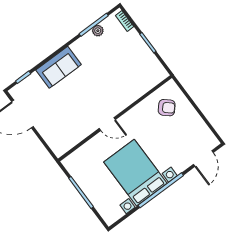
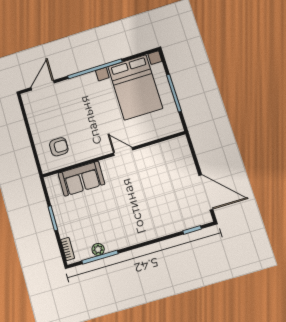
sofa: (59, 67) -> (81, 179), moved, turned 180
armchair: (167, 108) -> (59, 147), turned 138
bed with nightstands: (135, 173) -> (135, 87), moved

